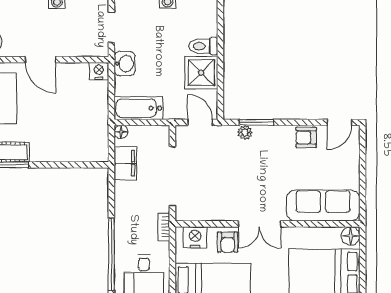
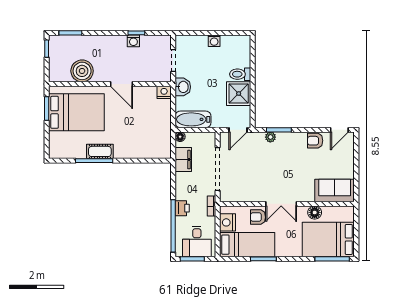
door: (200, 122) -> (238, 130), swing flipped
sofa: (323, 206) -> (335, 190), width x0.73
printer: (124, 230) -> (182, 208), added
floor lamp: (351, 236) -> (315, 213), moved
nightstand: (195, 237) -> (227, 222), moved, turned -90
armchair: (228, 242) -> (258, 217), turned 90

